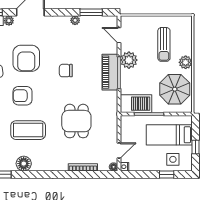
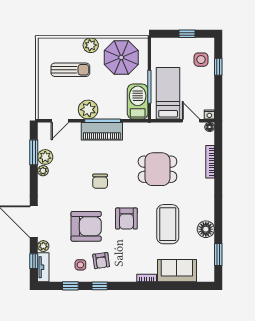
plant: (87, 22) -> (45, 157), added
armchair: (22, 96) -> (126, 219), moved
bed: (169, 135) -> (168, 93), moved, turned 180

